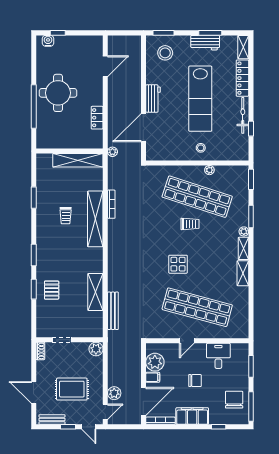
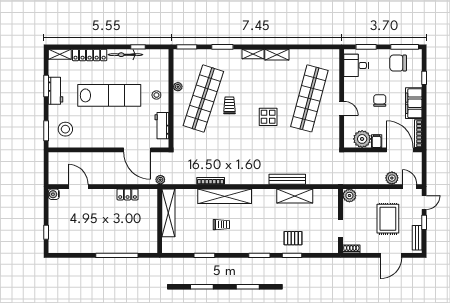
water cooler: (48, 41) -> (54, 194), moved
round table: (58, 93) -> (104, 232), removed
workbench: (153, 99) -> (162, 126), moved, turned -90
plant: (244, 231) -> (237, 54), removed
bench: (113, 311) -> (287, 179), moved
desk: (218, 356) -> (356, 65), moved

